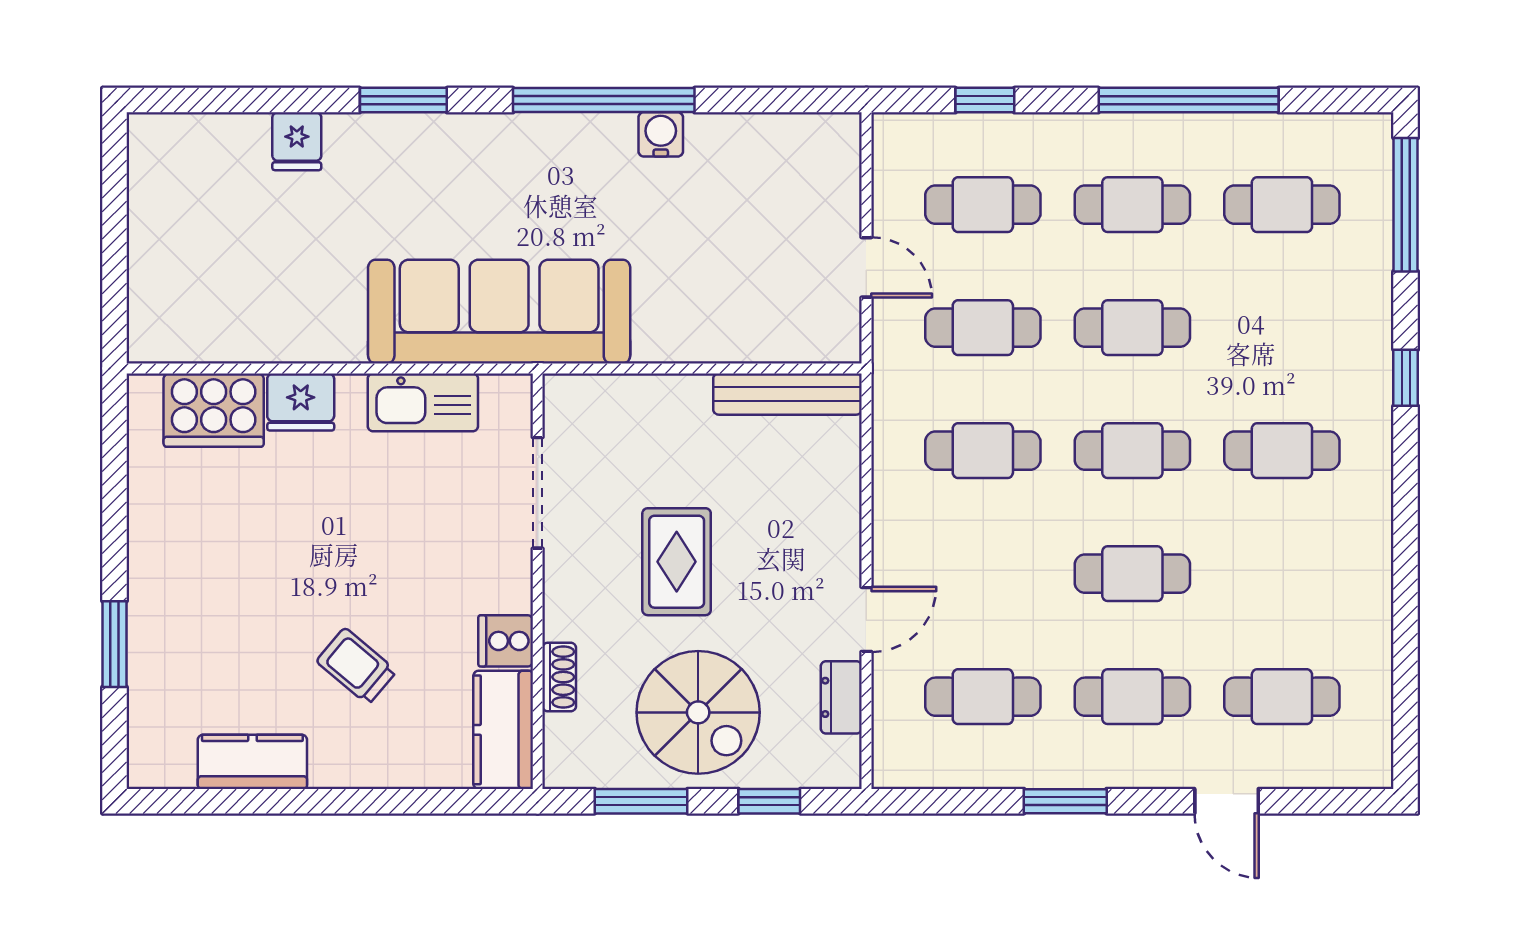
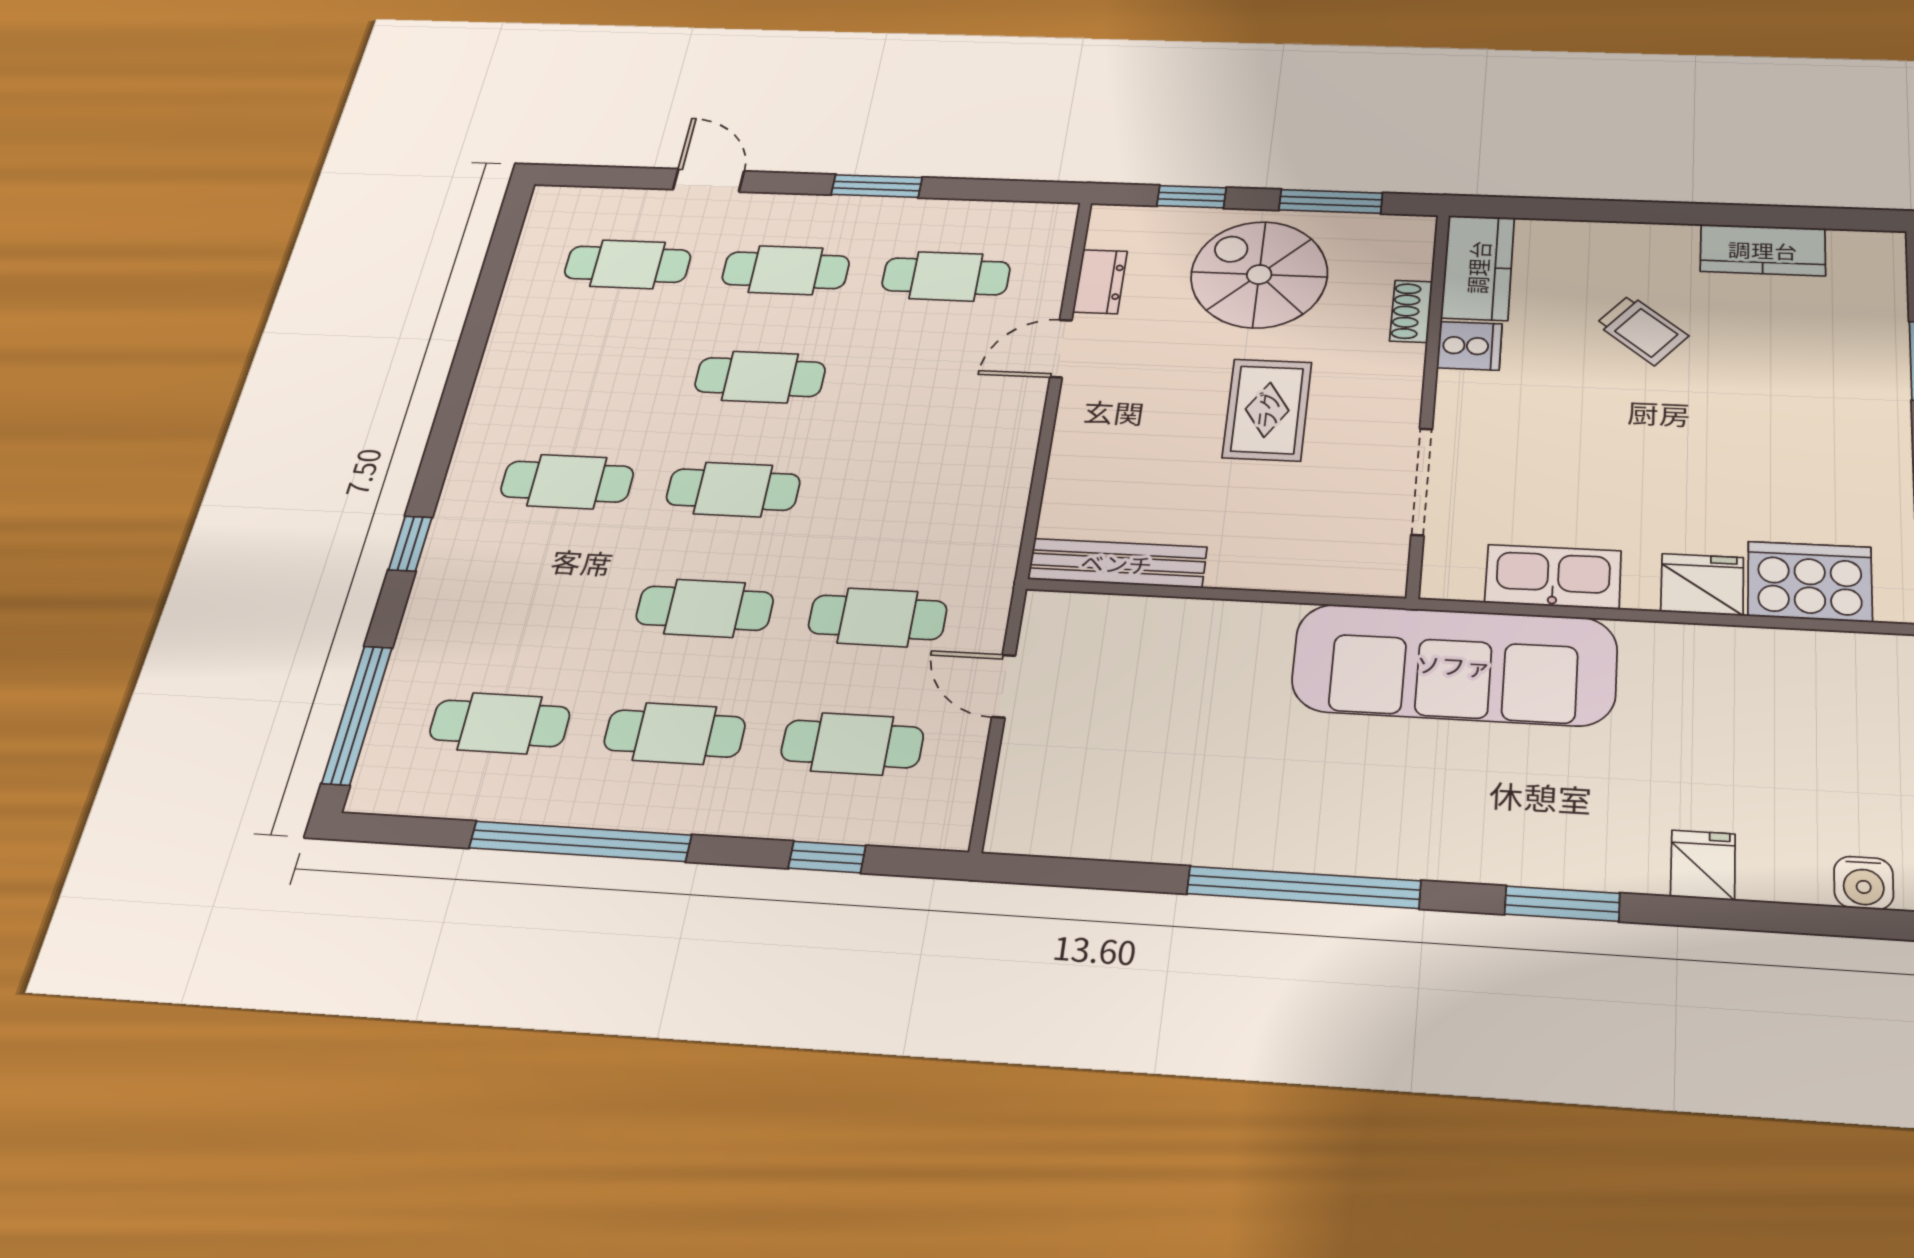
water cooler: (661, 134) -> (1864, 883), moved
cafe table: (983, 451) -> (902, 498), removed

